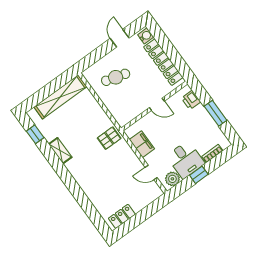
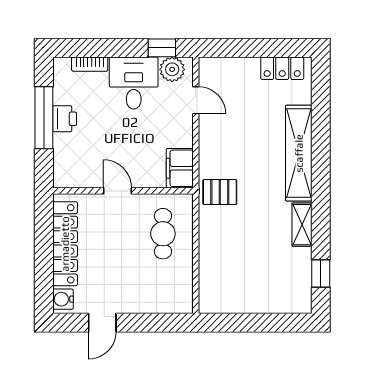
cafe table: (116, 77) -> (163, 234), moved, turned 74
shelving: (60, 97) -> (299, 153), moved, turned 90
printer: (191, 100) -> (65, 119), moved
window: (216, 113) -> (44, 118), width x1.44
filing cabinet: (142, 144) -> (180, 168), moved
window: (199, 175) -> (162, 48), moved

